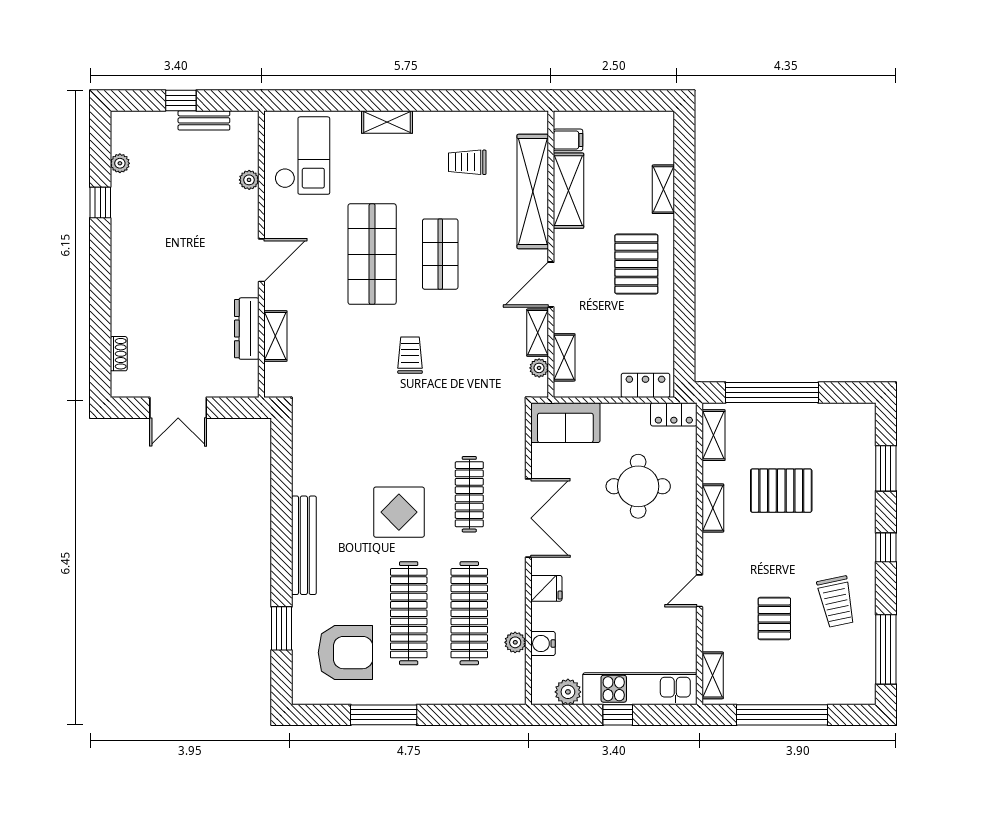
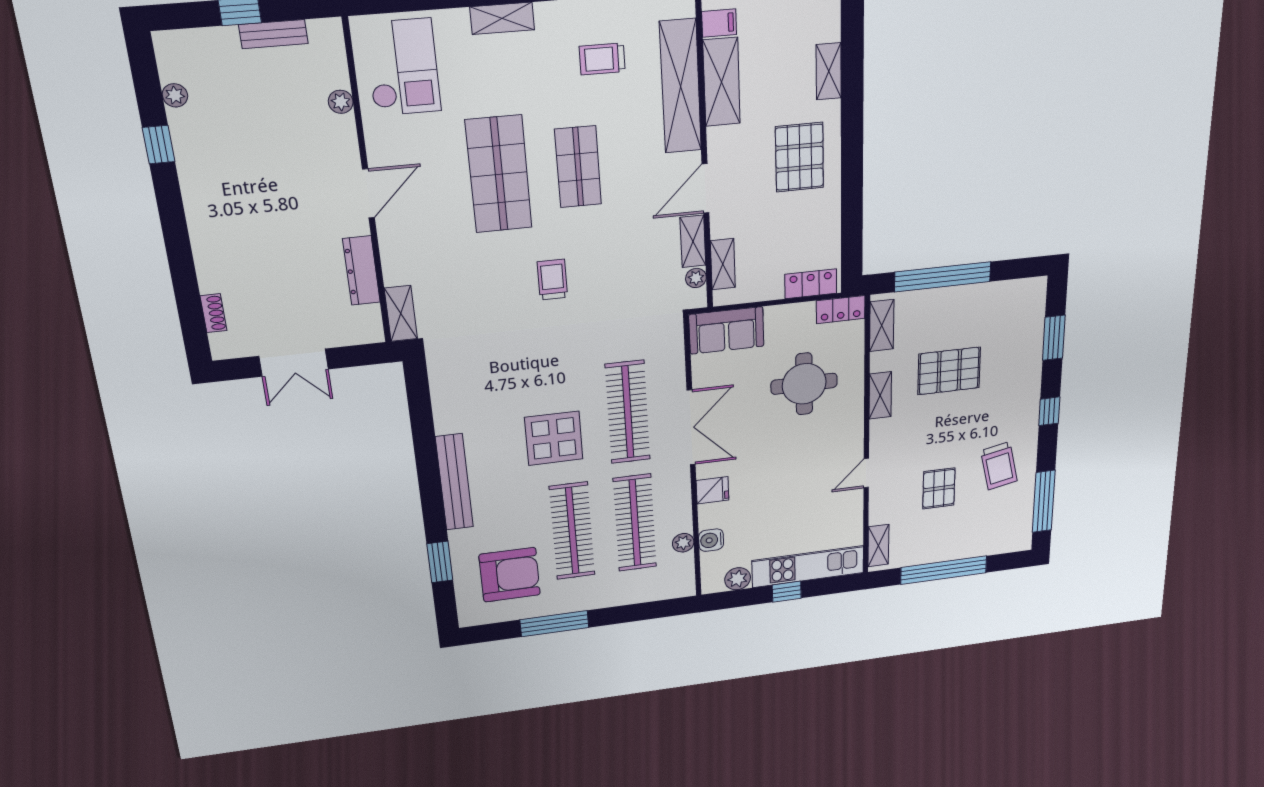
shelving: (275, 336) -> (401, 313), moved
clothes rail: (469, 494) -> (628, 412), width x1.37, depth x1.31

